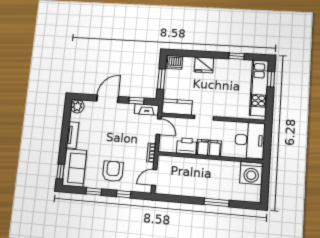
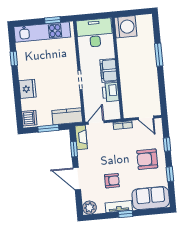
window: (271, 79) -> (52, 20), moved
kitchen counter: (177, 107) -> (67, 116), moved, turned 90
armchair: (99, 133) -> (112, 181), added
window: (60, 172) -> (126, 214), moved

